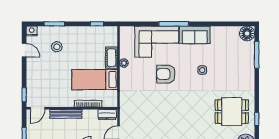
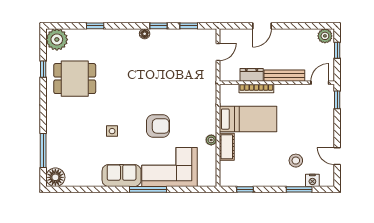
nightstand: (32, 31) -> (312, 180), moved
dresser: (107, 115) -> (252, 75), moved

